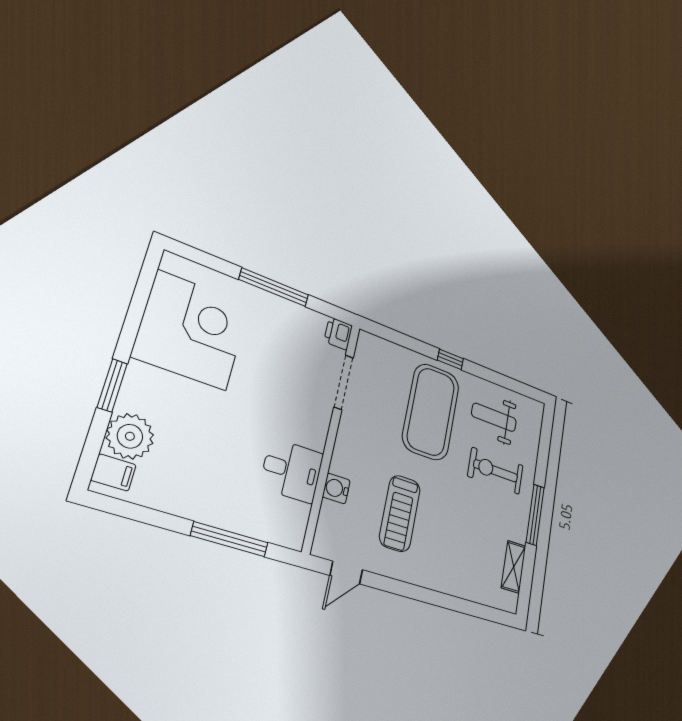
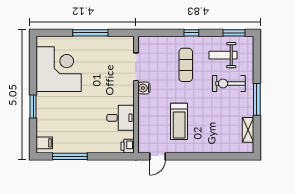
printer: (338, 333) -> (128, 146), moved
window: (517, 386) -> (234, 33), added
exercise mat: (431, 412) -> (186, 65), width x0.50, depth x0.69
plant: (130, 436) -> (46, 126), removed
water cooler: (336, 488) -> (144, 88), moved
window: (230, 539) -> (70, 156), moved

